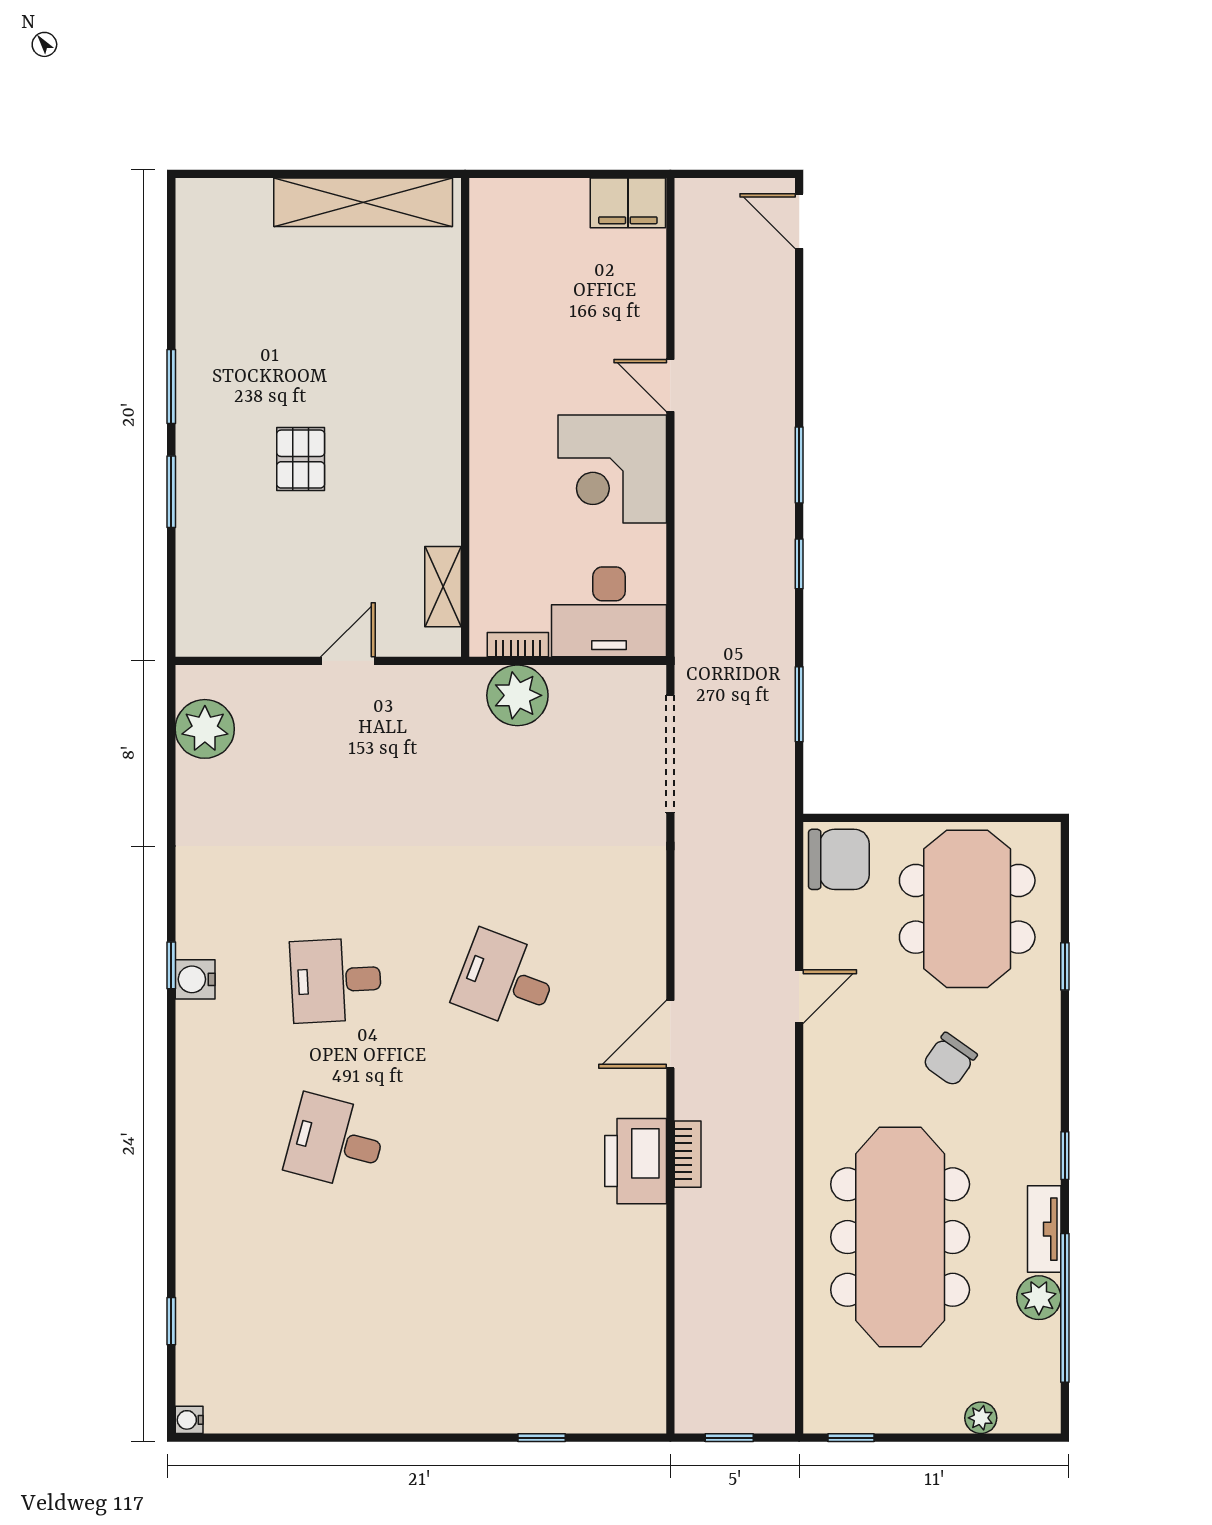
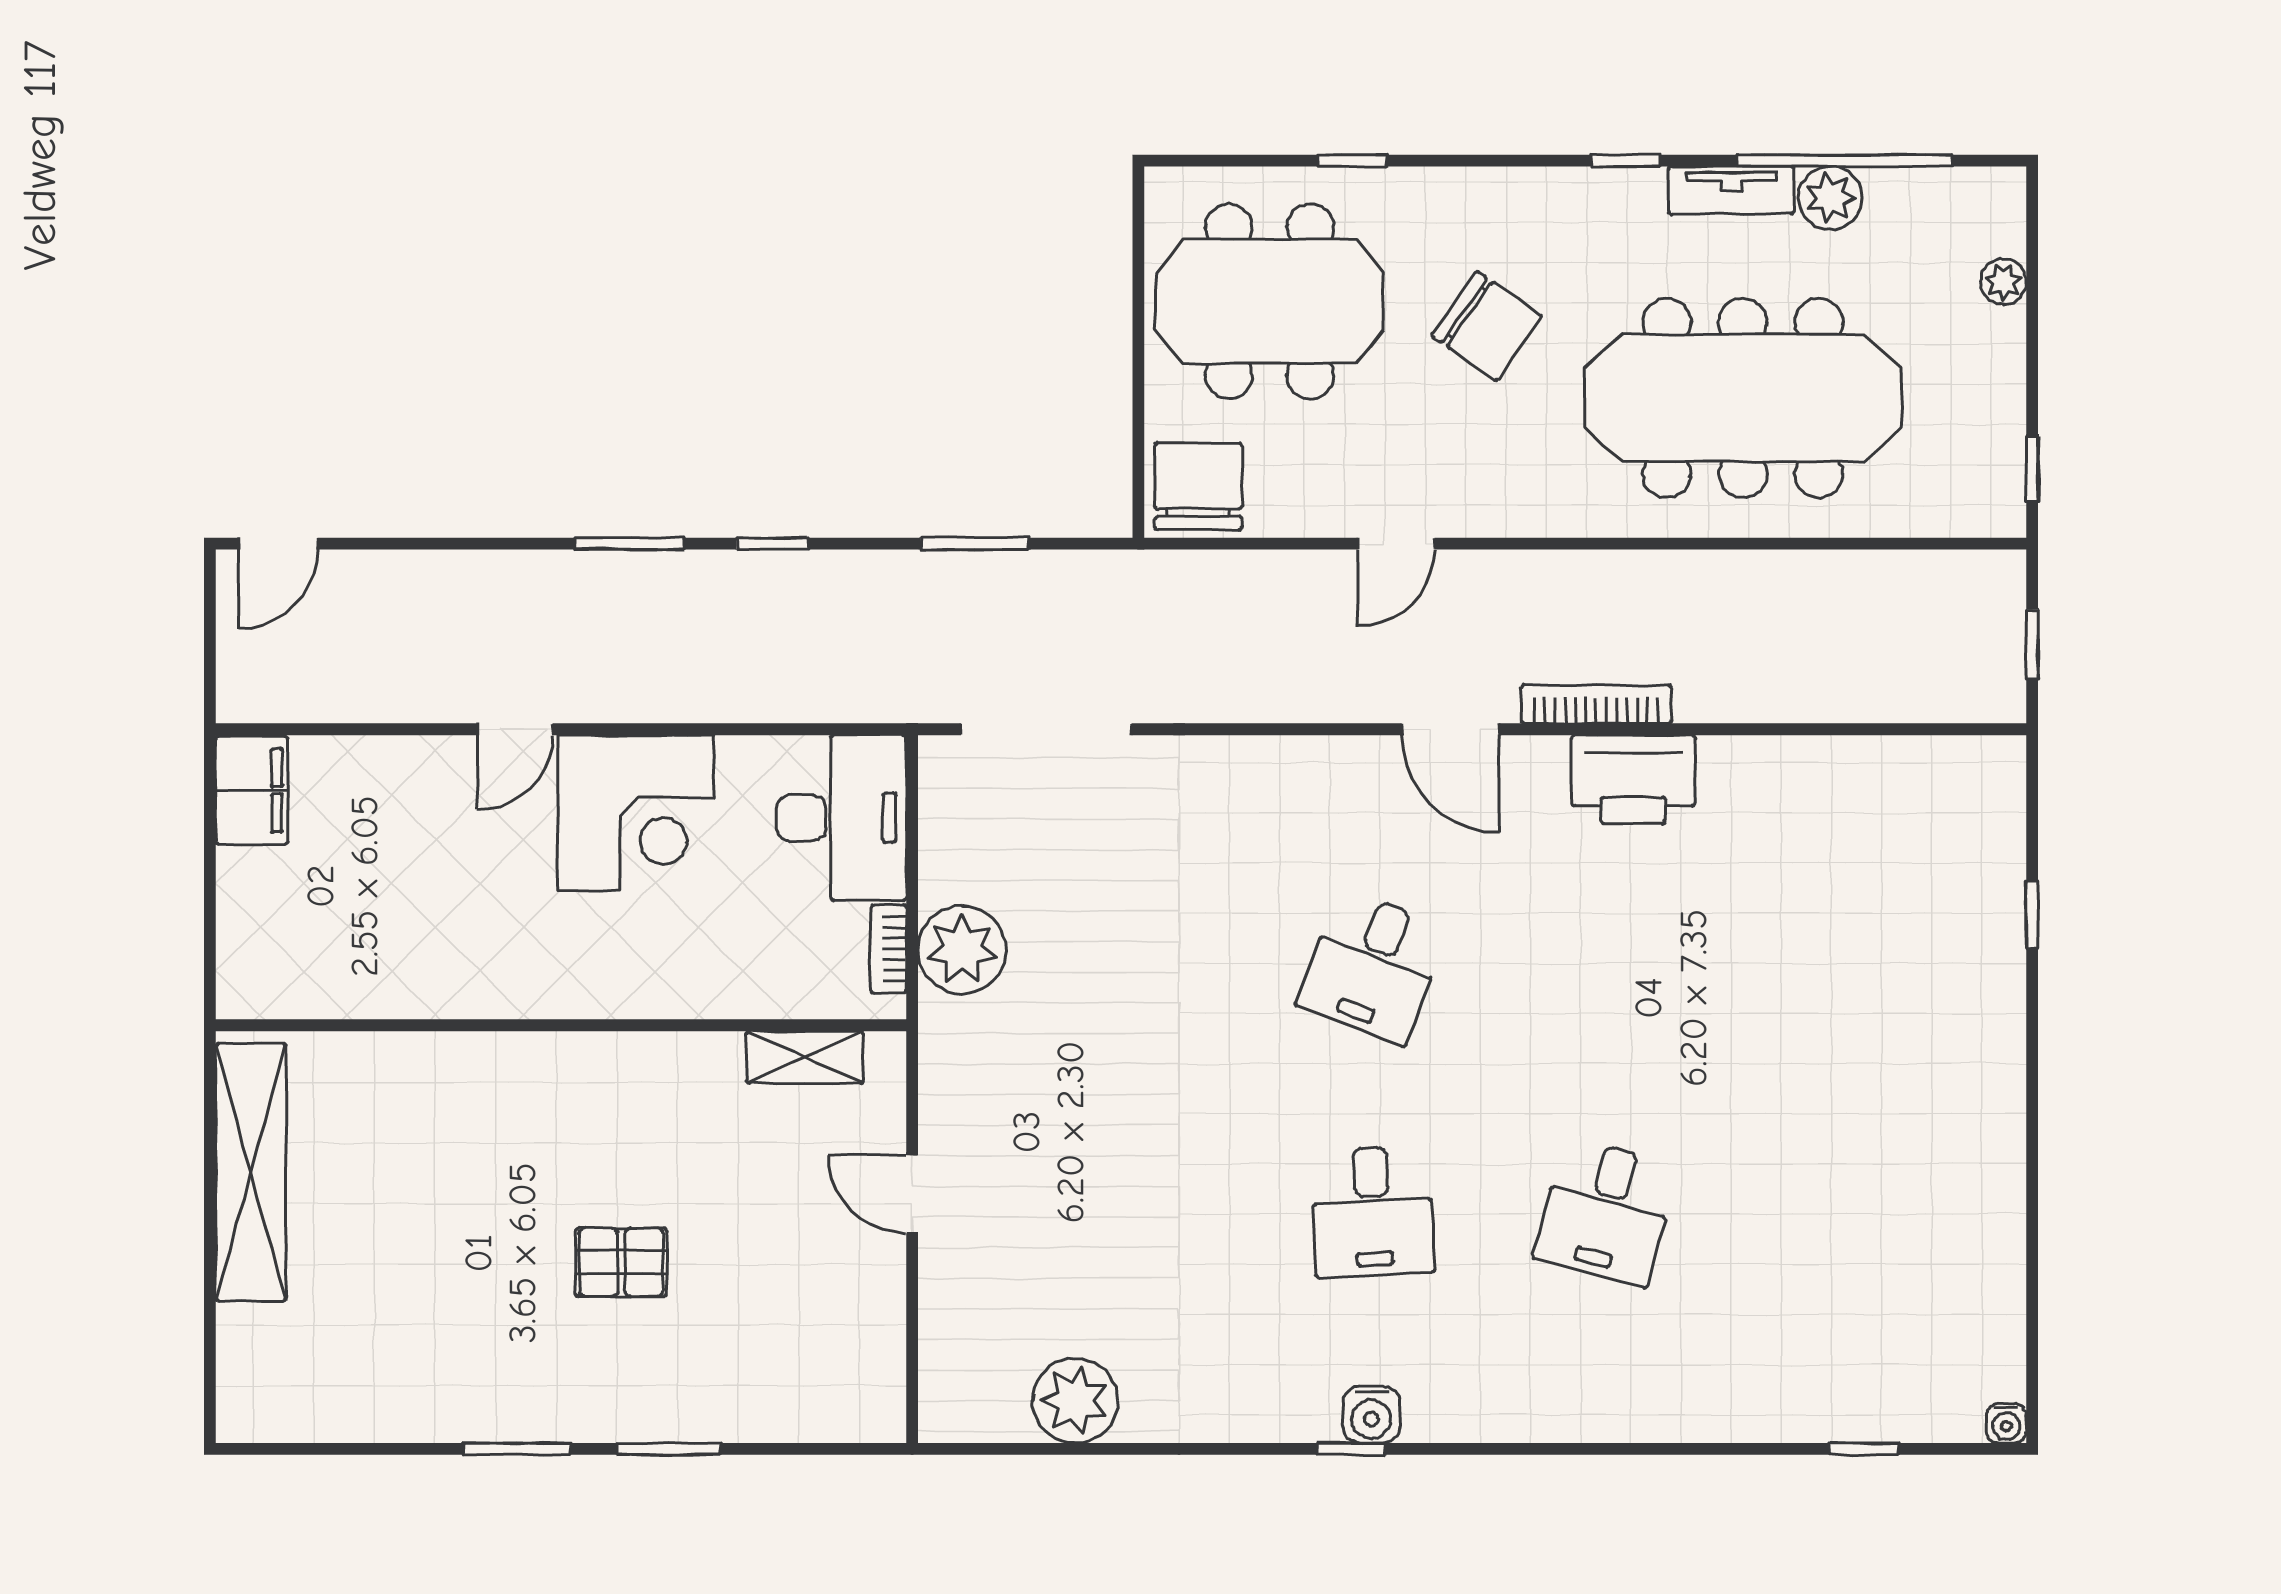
plant: (205, 729) -> (1075, 1401), moved
door: (799, 997) -> (1396, 544), swing flipped
chair: (950, 1059) -> (1487, 326), width x1.37, depth x1.37
bookcase: (688, 1154) -> (1596, 704), width x1.56

